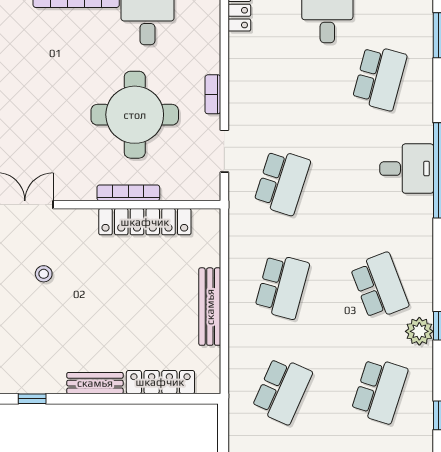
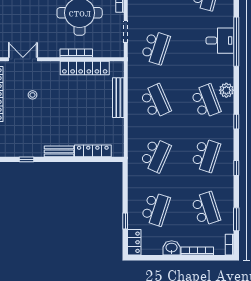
school desk: (282, 286) -> (156, 101), turned -39
bench: (210, 307) -> (118, 98), moved
plant: (419, 331) -> (226, 90), moved

